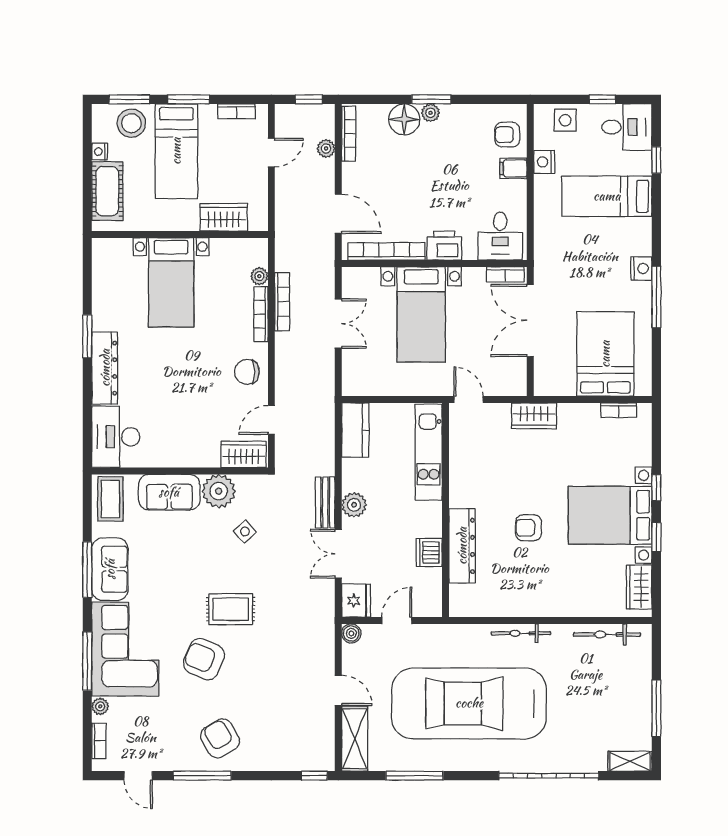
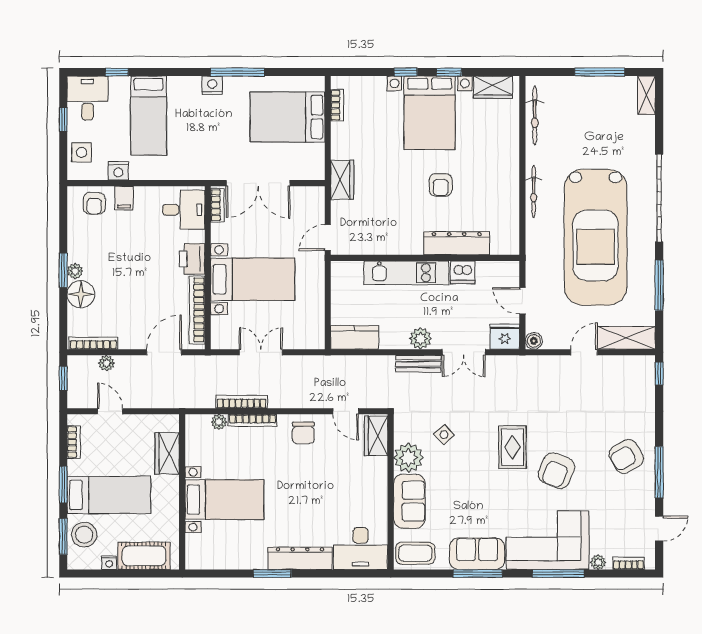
kitchen unit: (429, 452) -> (406, 273), moved
garage door: (549, 776) -> (659, 198), moved

